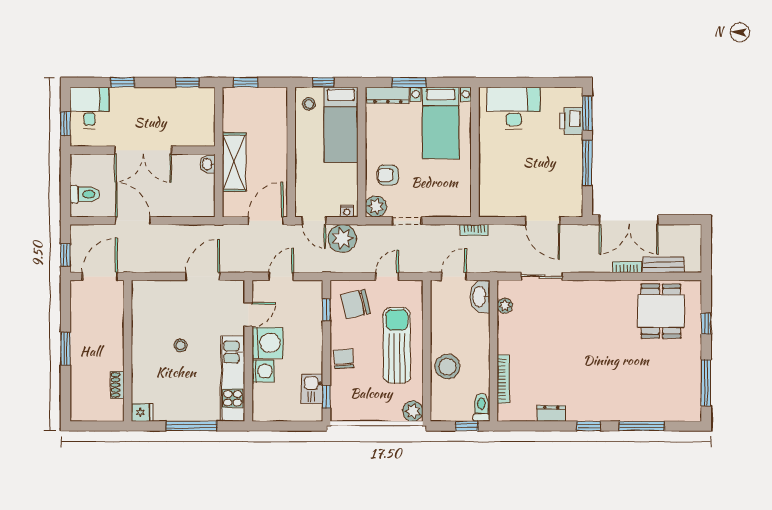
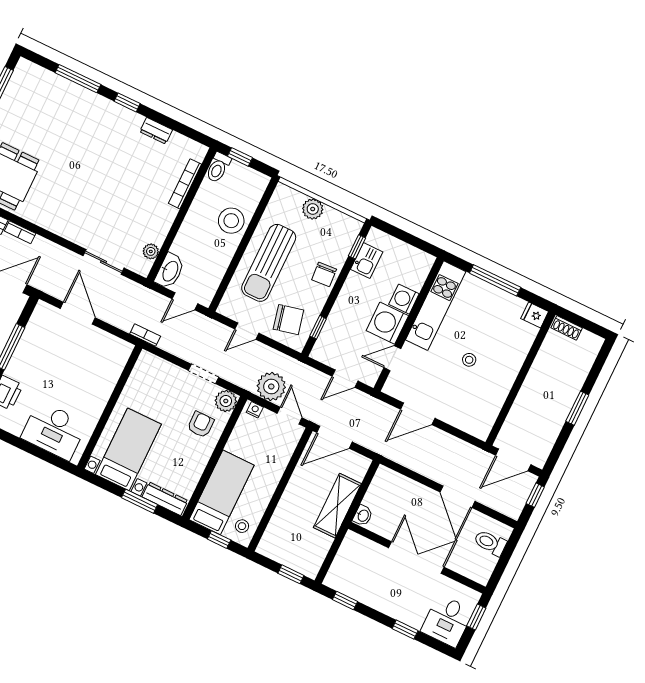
armchair: (388, 175) -> (201, 425), turned -90
shoe rack: (117, 385) -> (567, 328), moved, turned 90
plant: (413, 411) -> (313, 209), moved

